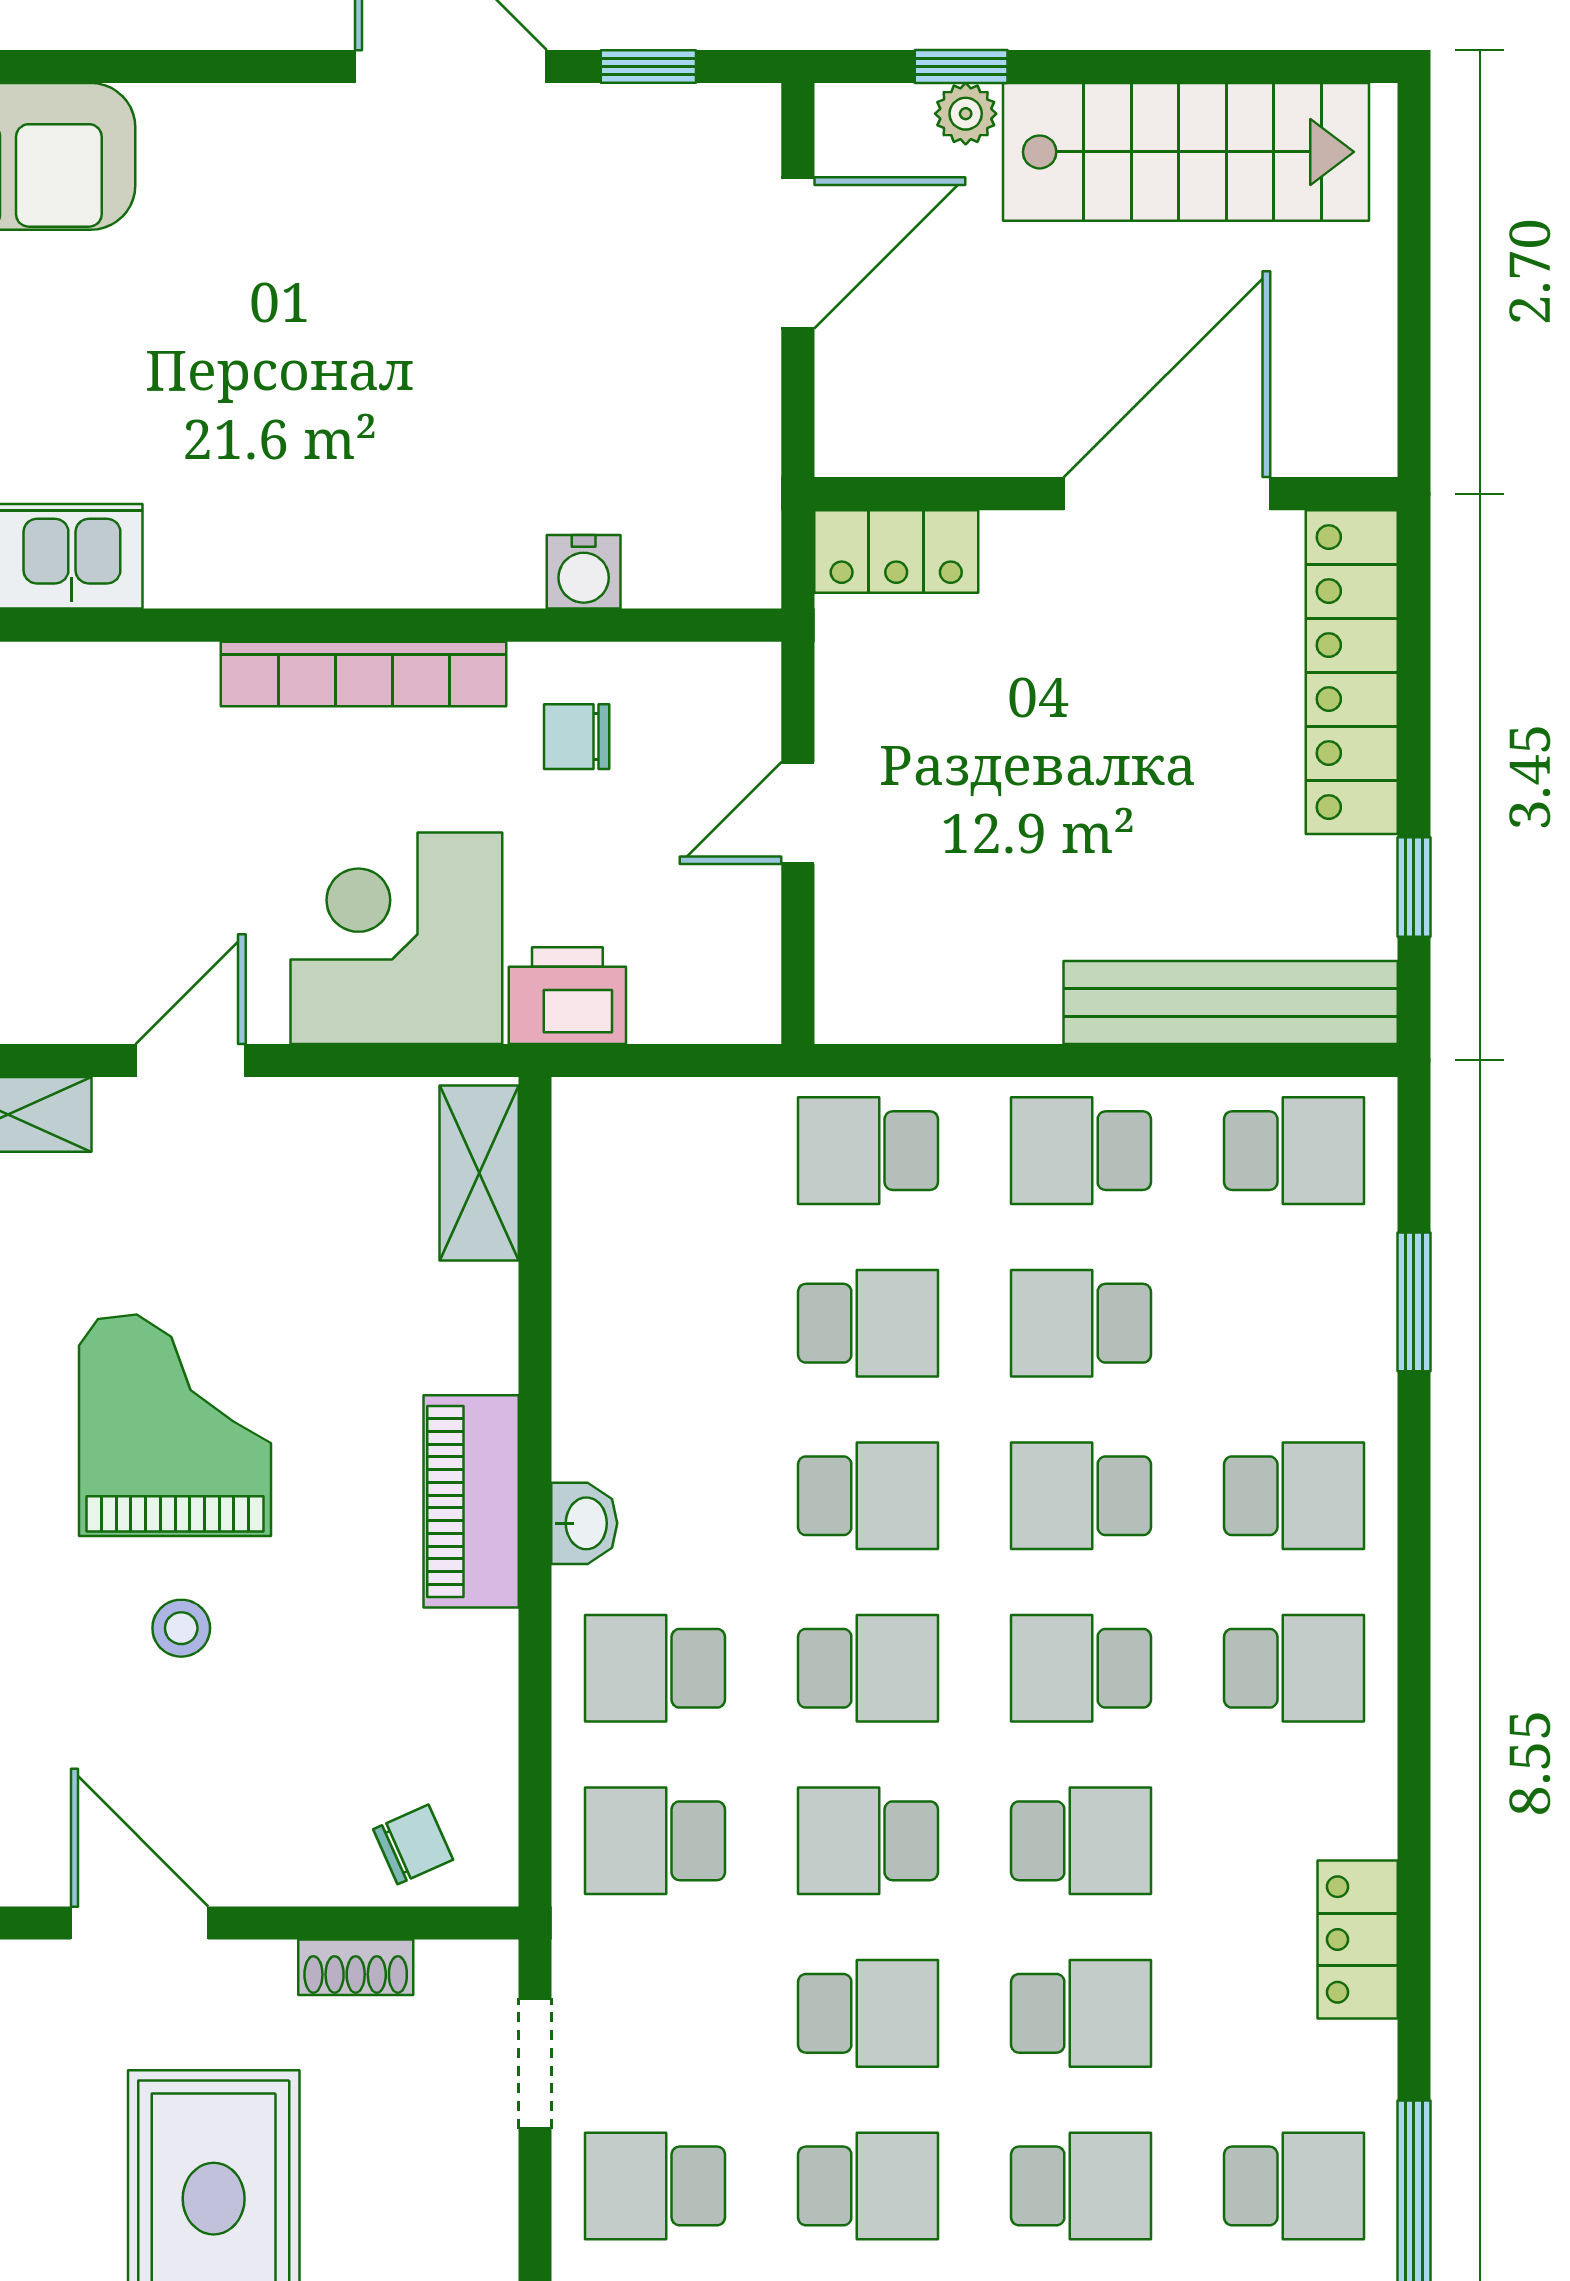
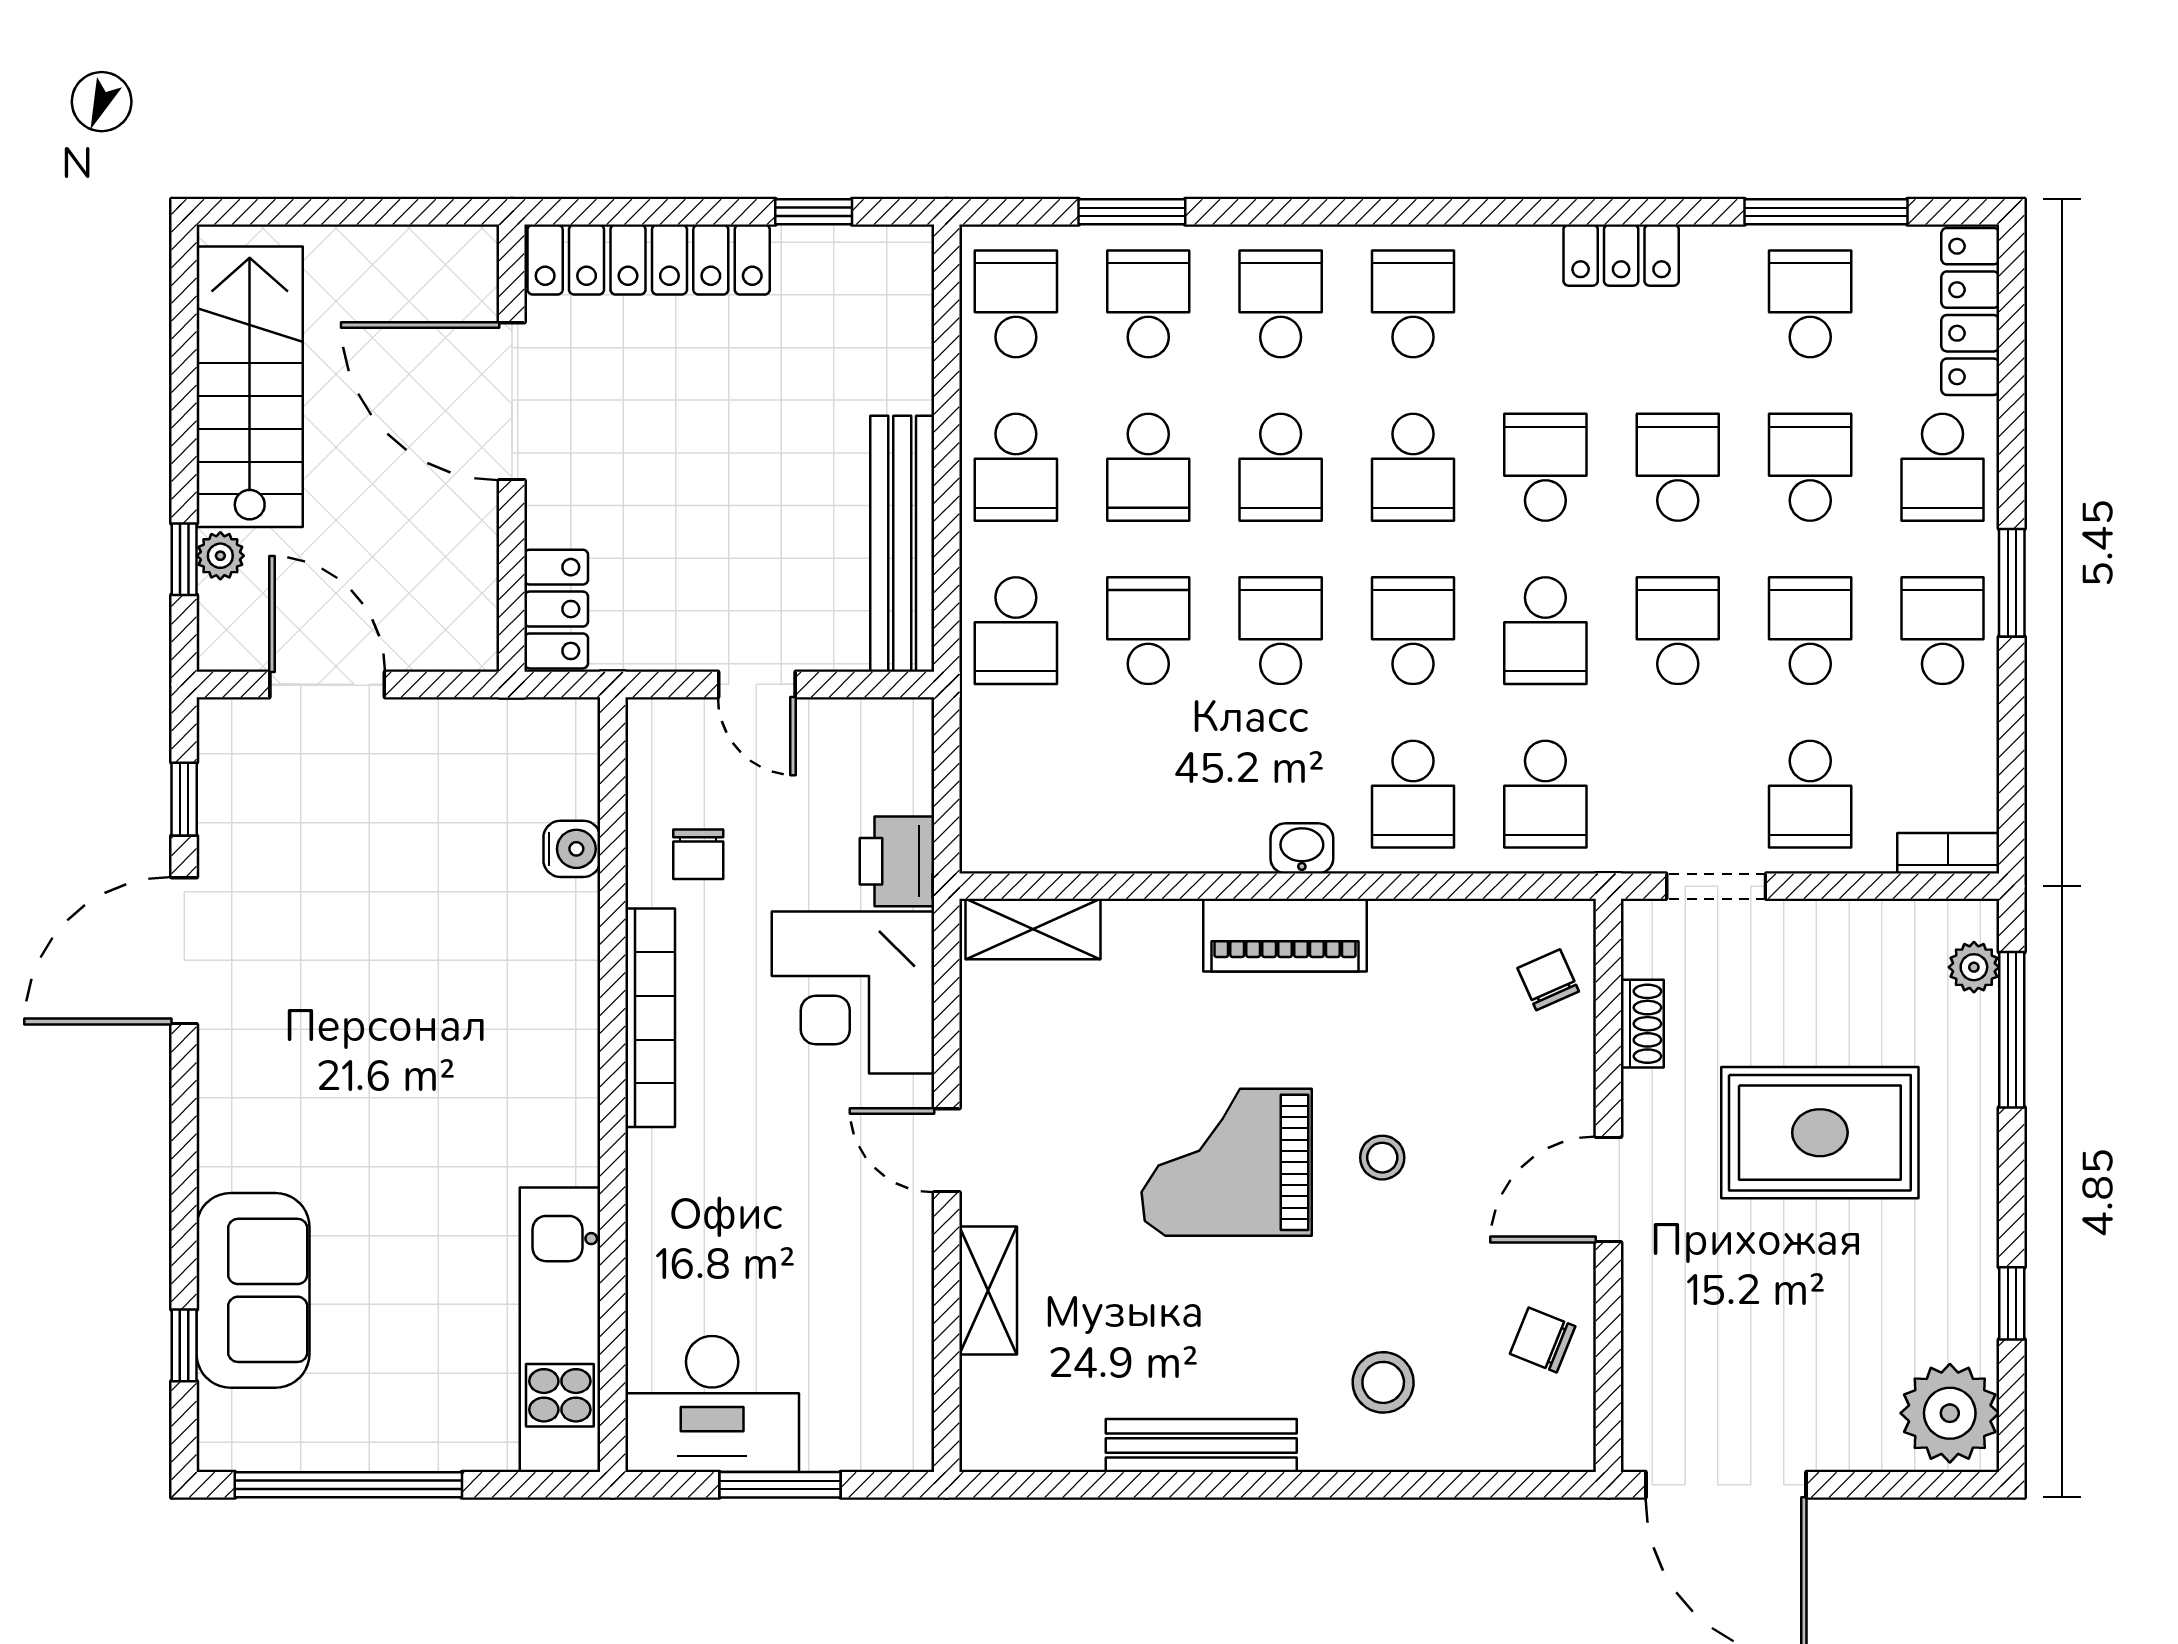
bench: (1231, 1002) -> (902, 544), moved
school desk: (1294, 1323) -> (1148, 304), added

